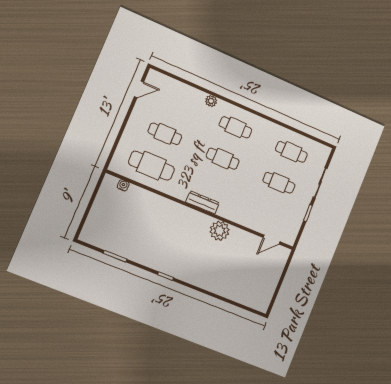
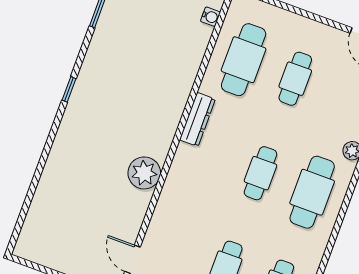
cafe table: (236, 127) -> (312, 192), width x1.37, depth x1.35
dresser: (203, 202) -> (197, 119), moved

